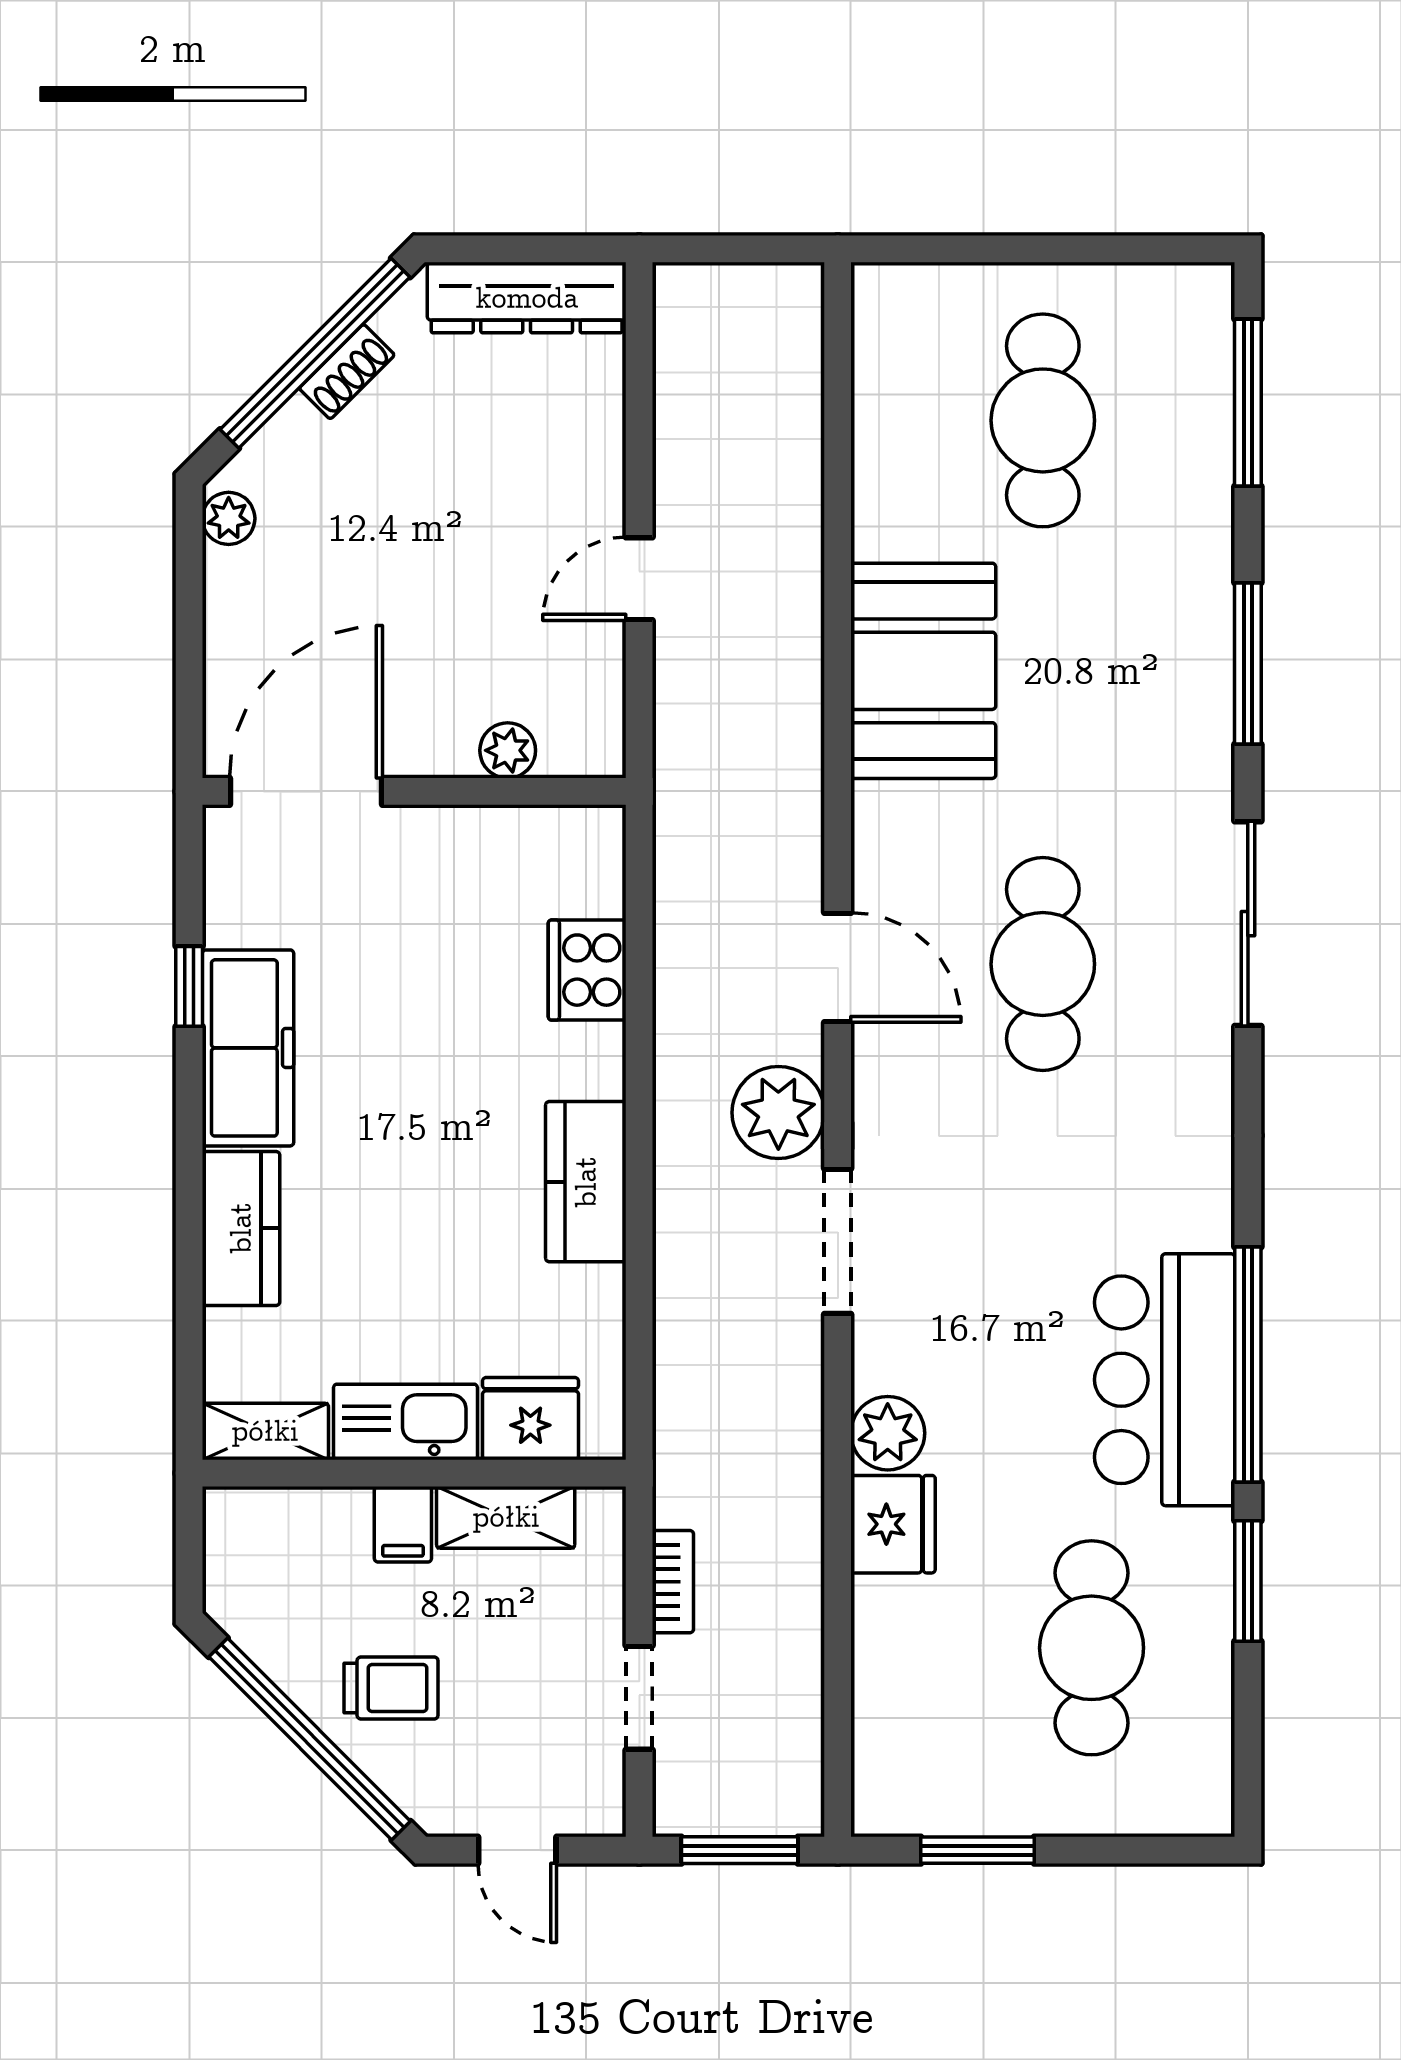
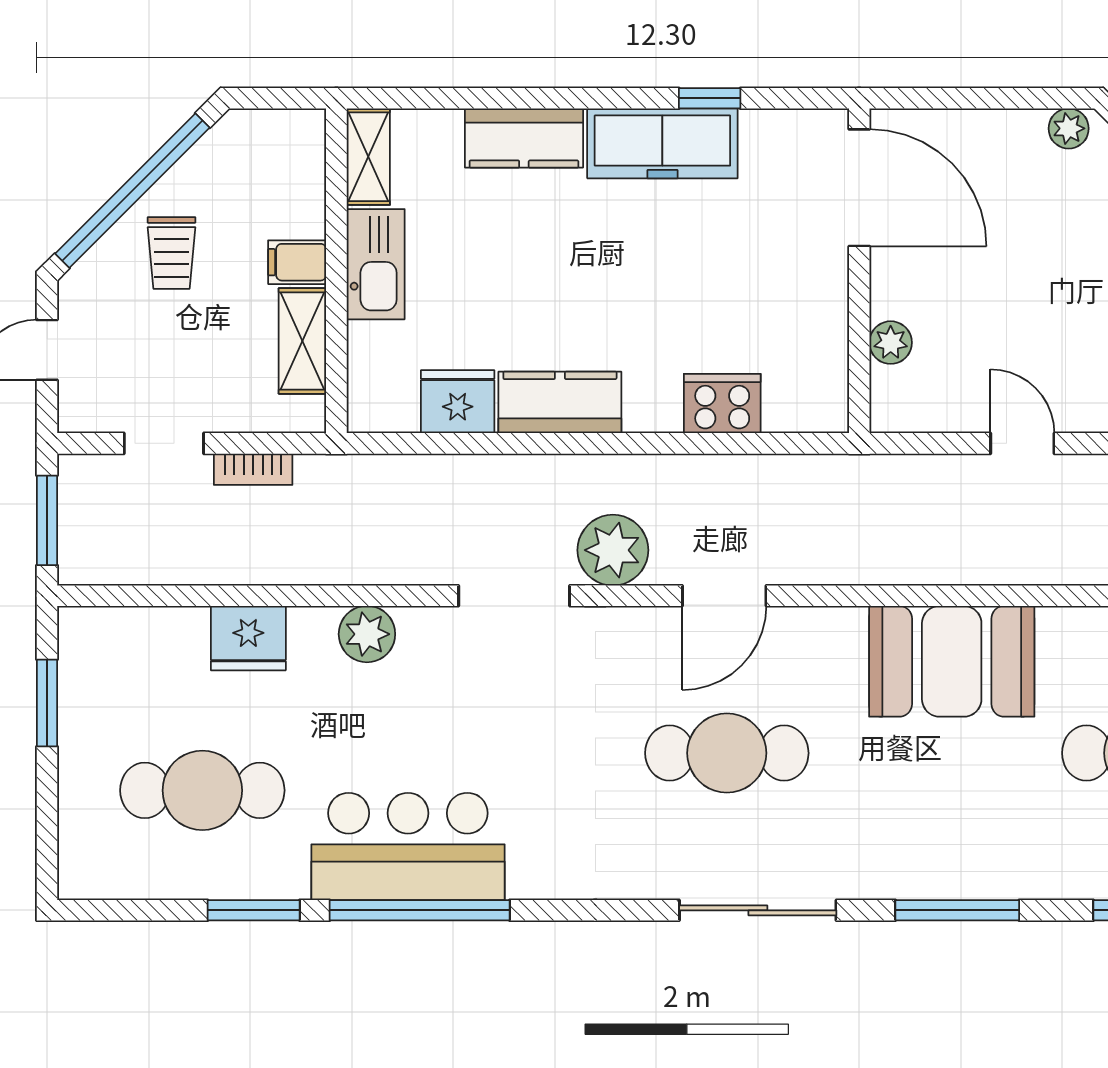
fridge: (530, 1419) -> (458, 402), moved, turned -90
fridge: (893, 1524) -> (248, 638), moved

